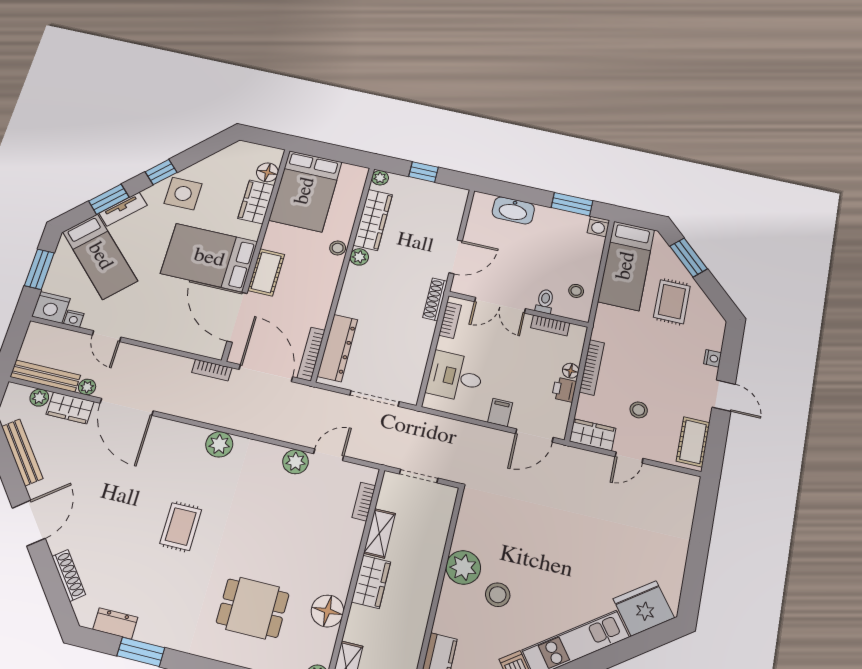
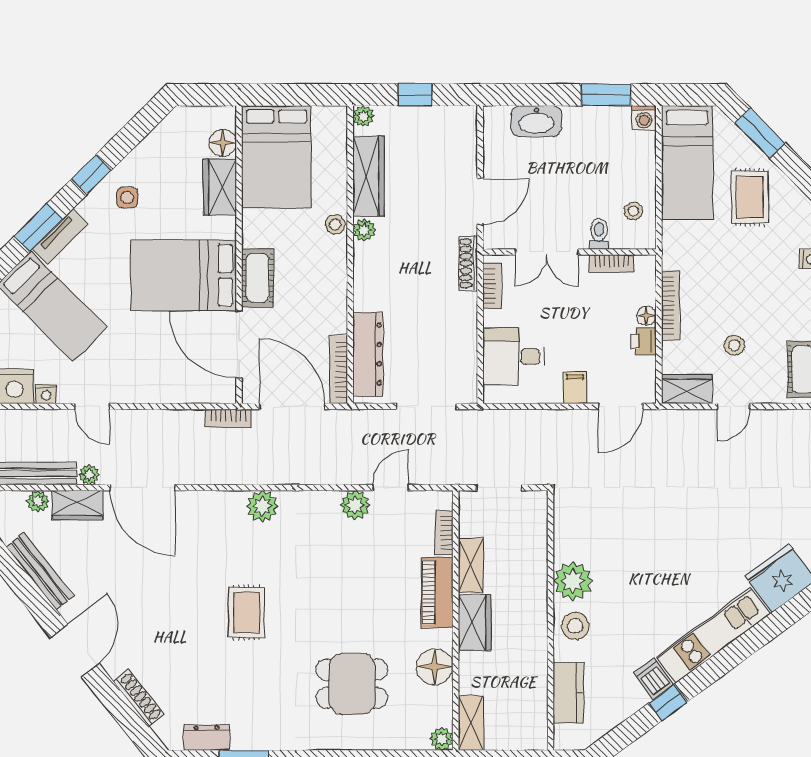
side table: (183, 194) -> (127, 197), width x0.54, depth x0.54
piano: (345, 549) -> (437, 592), added
stool: (498, 595) -> (575, 626), moved

